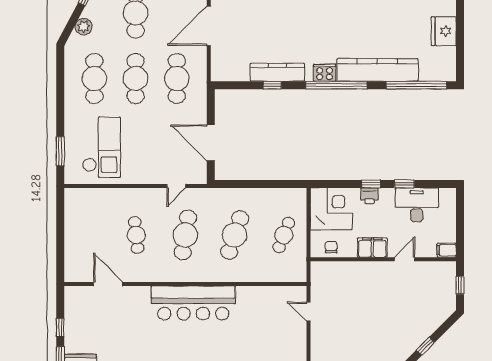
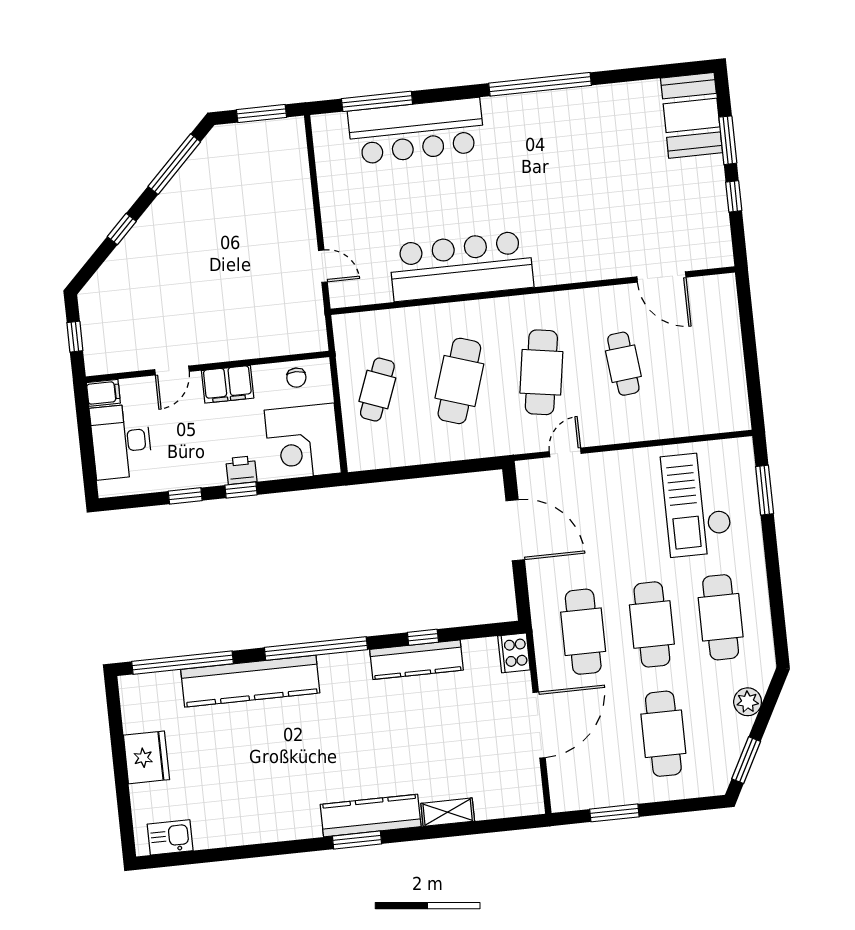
cooker: (325, 73) -> (514, 653), moved, turned 90
desk: (417, 205) -> (121, 441), moved, turned 90
bar counter: (193, 303) -> (461, 266), moved

